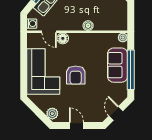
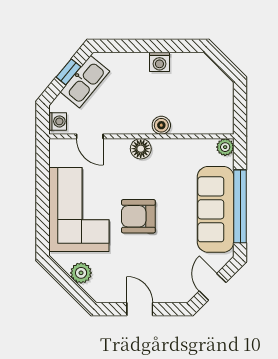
floor lamp: (63, 38) -> (141, 149), moved
sofa: (118, 65) -> (216, 209), width x1.36
armchair: (76, 75) -> (138, 216), turned 90
plant: (52, 114) -> (81, 273), moved

